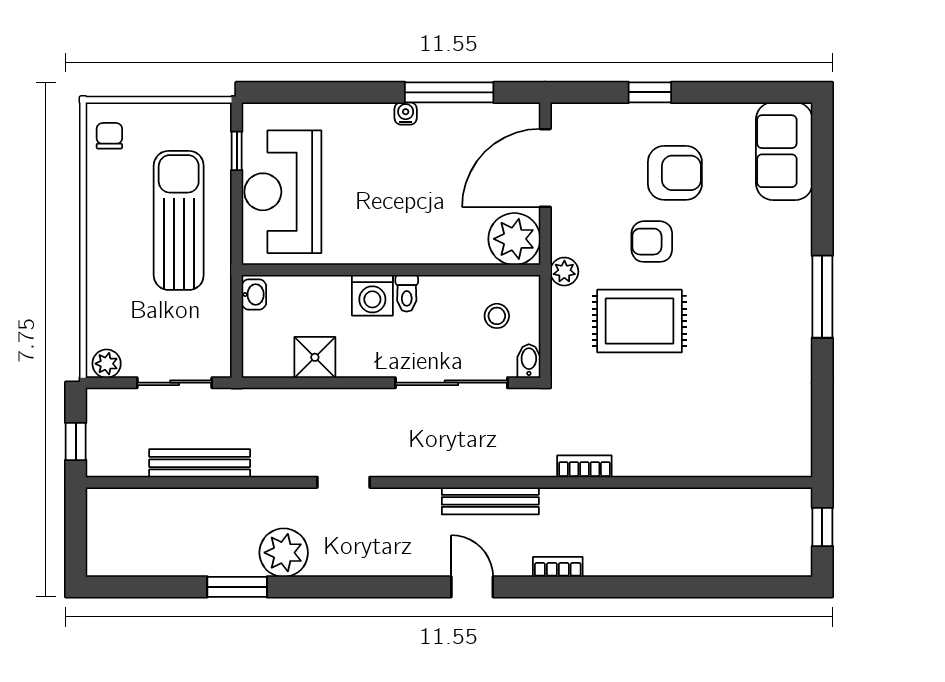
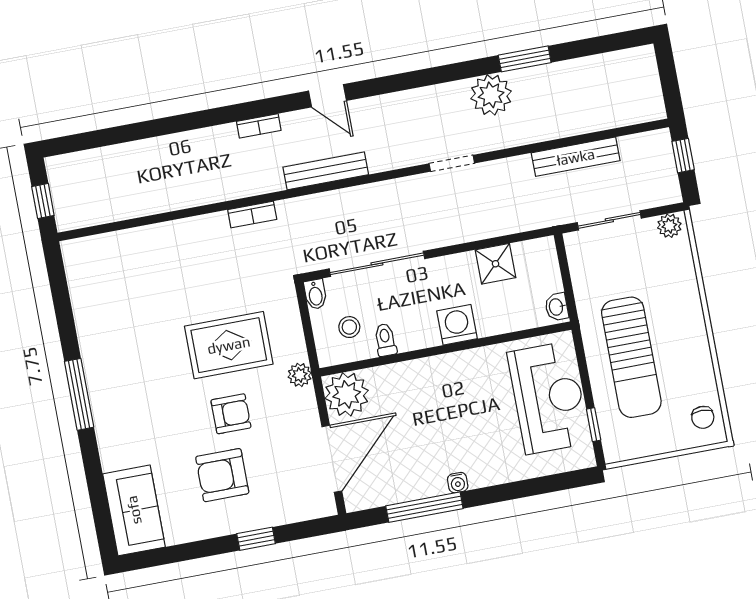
toilet: (407, 293) -> (385, 340), moved

